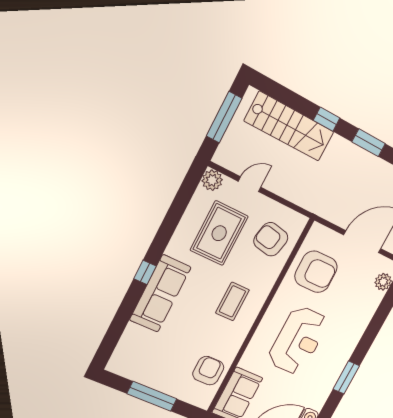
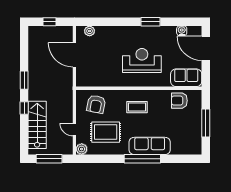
window: (145, 272) -> (142, 159), width x3.17
armchair: (316, 272) -> (101, 71), removed

